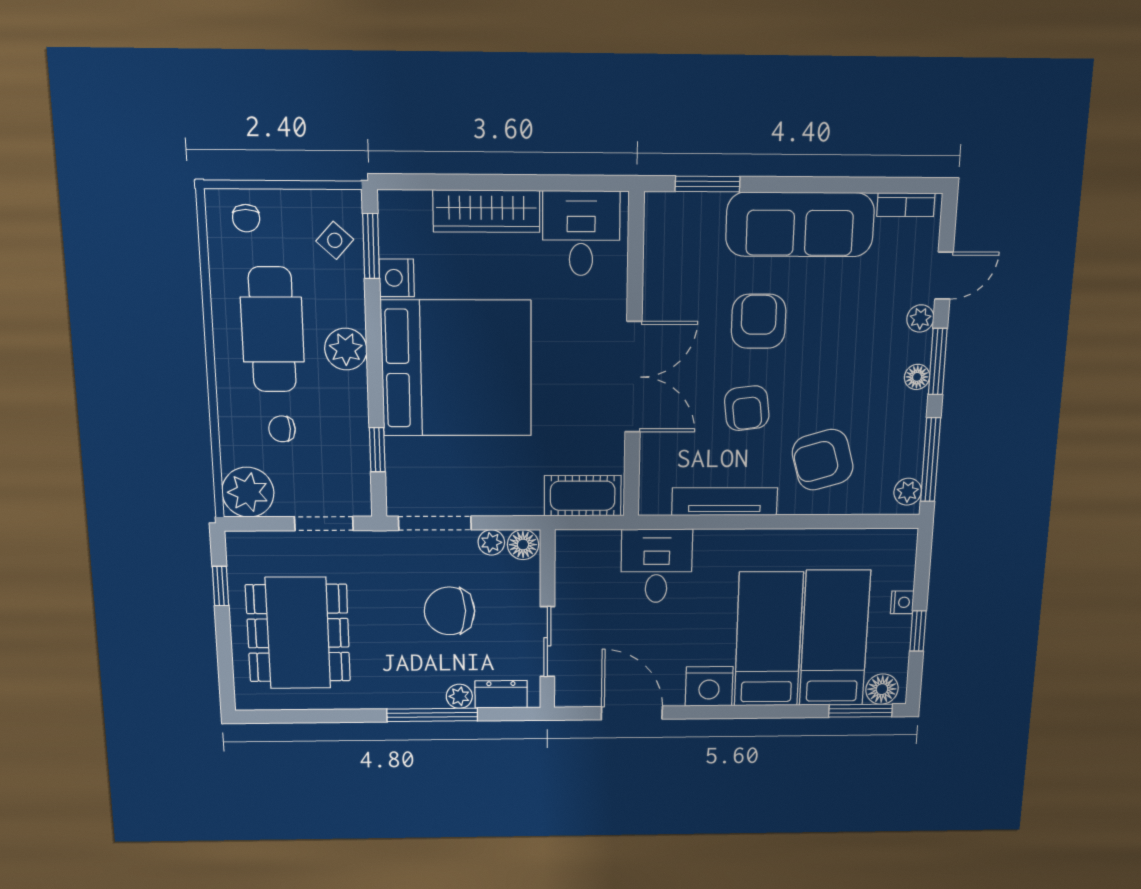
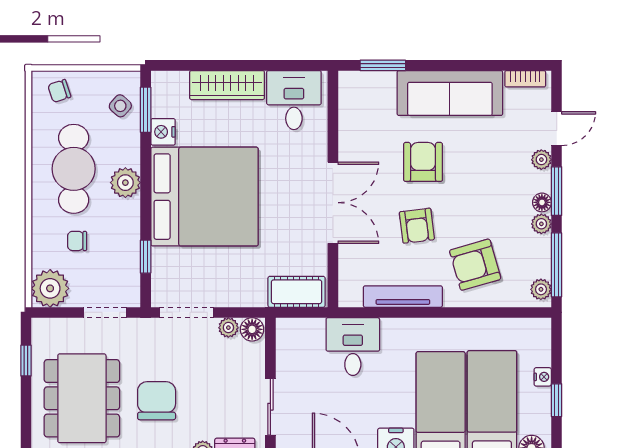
chair: (246, 218) -> (59, 91), turned 72
plant: (914, 406) -> (541, 224), added
chair: (449, 611) -> (157, 401), moved, turned 90

